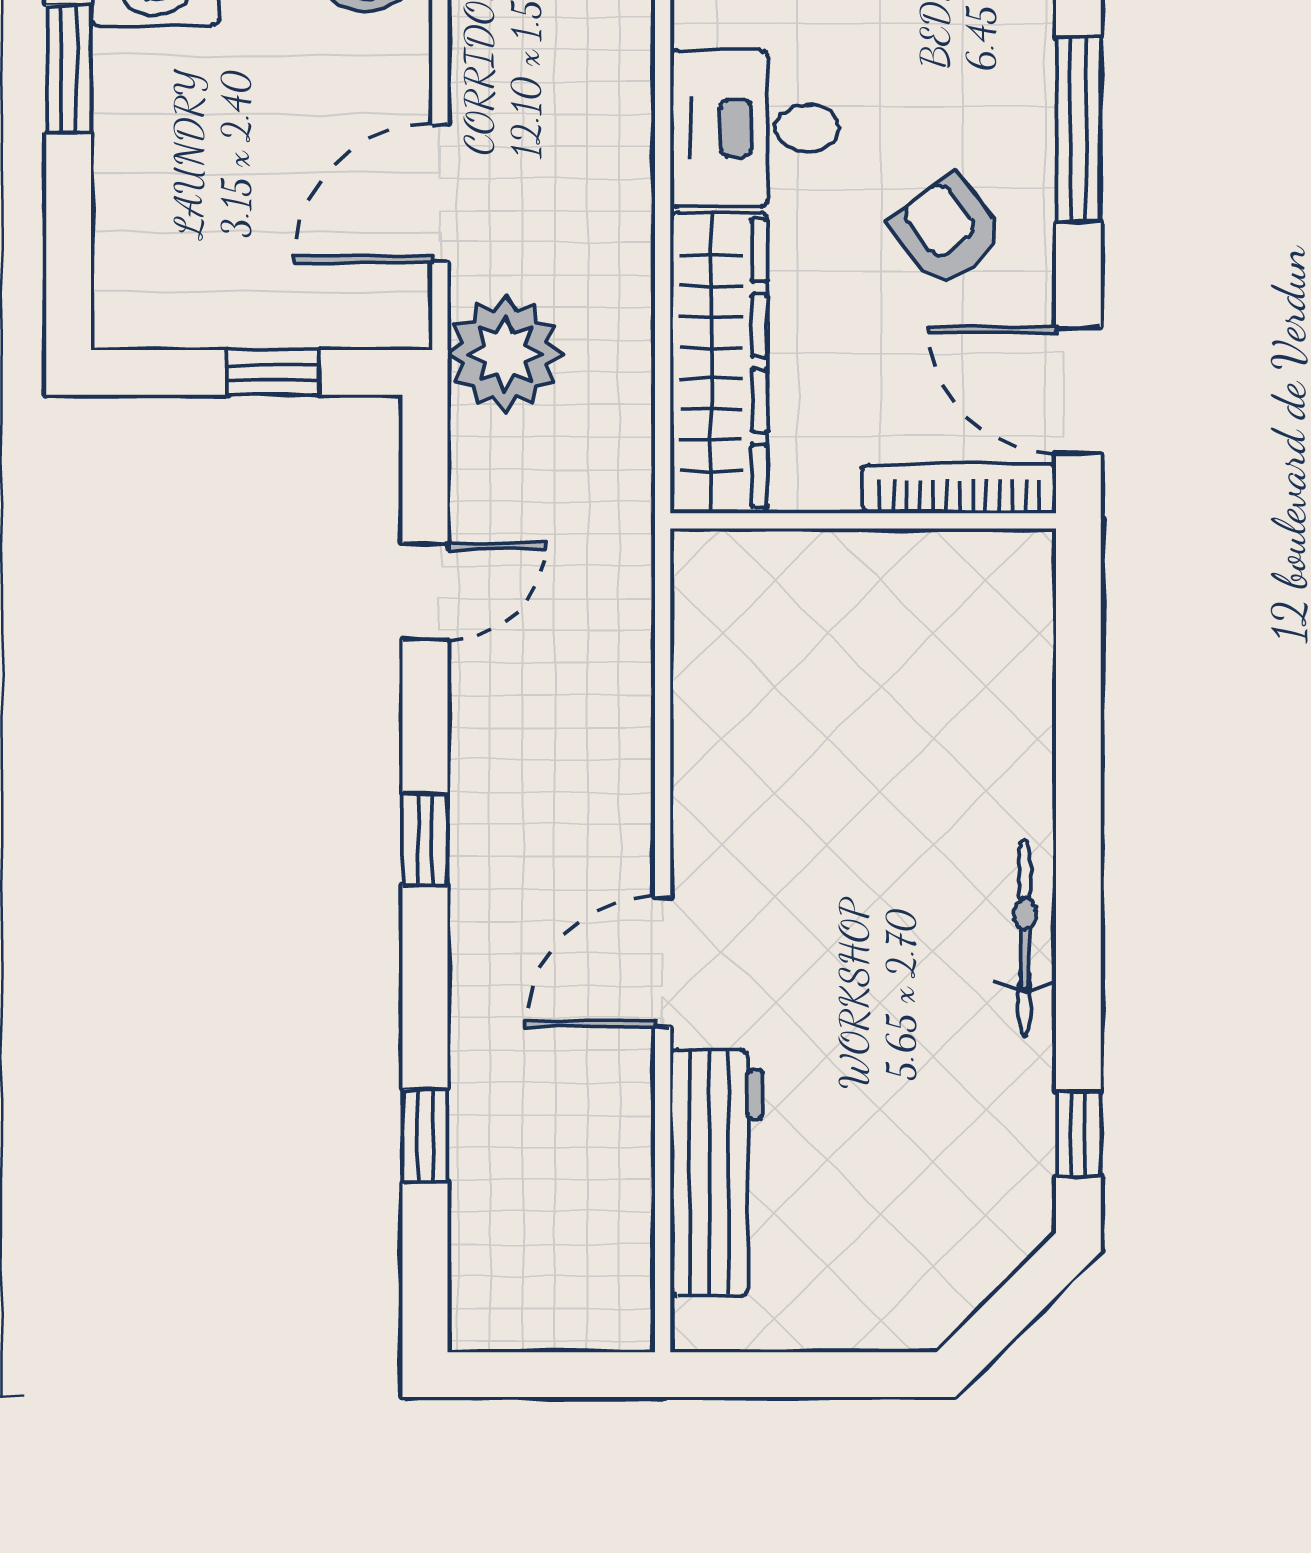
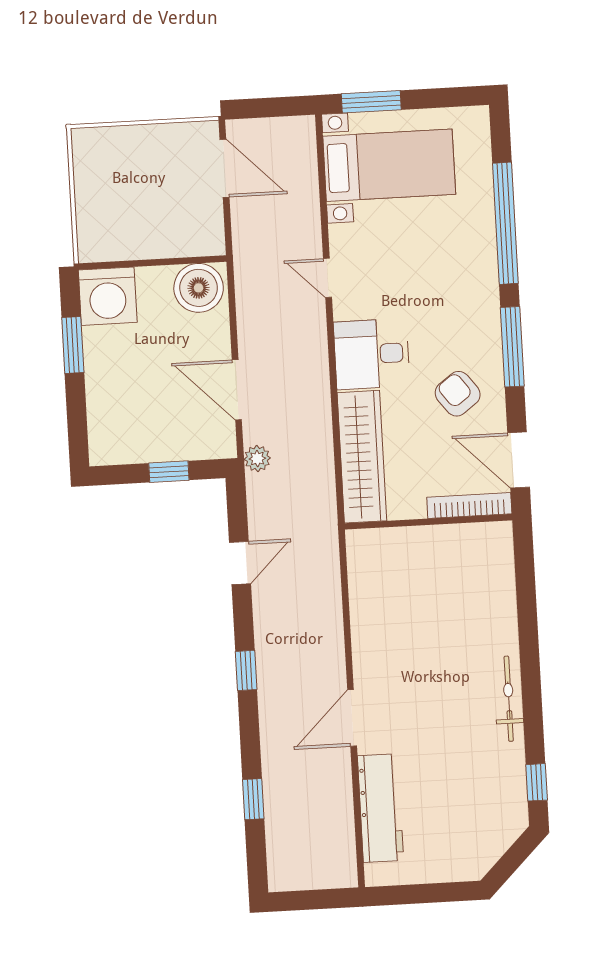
door: (440, 193) -> (237, 390), hinge flipped
plant: (505, 354) -> (257, 459), width x0.53, depth x0.53

